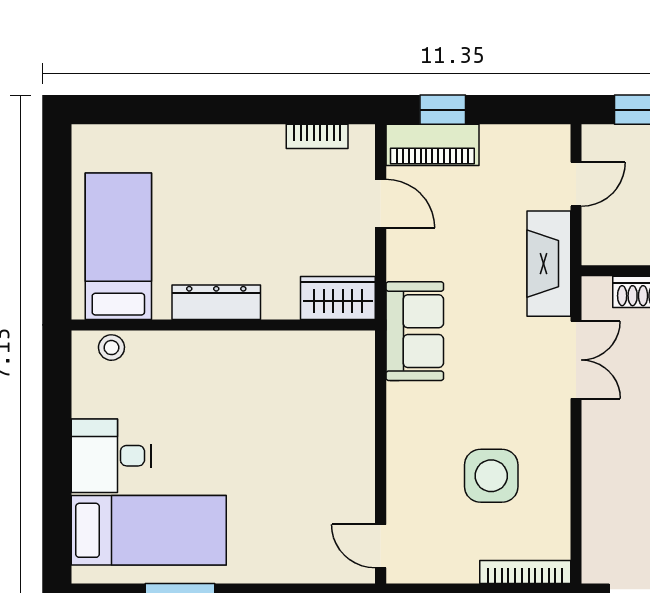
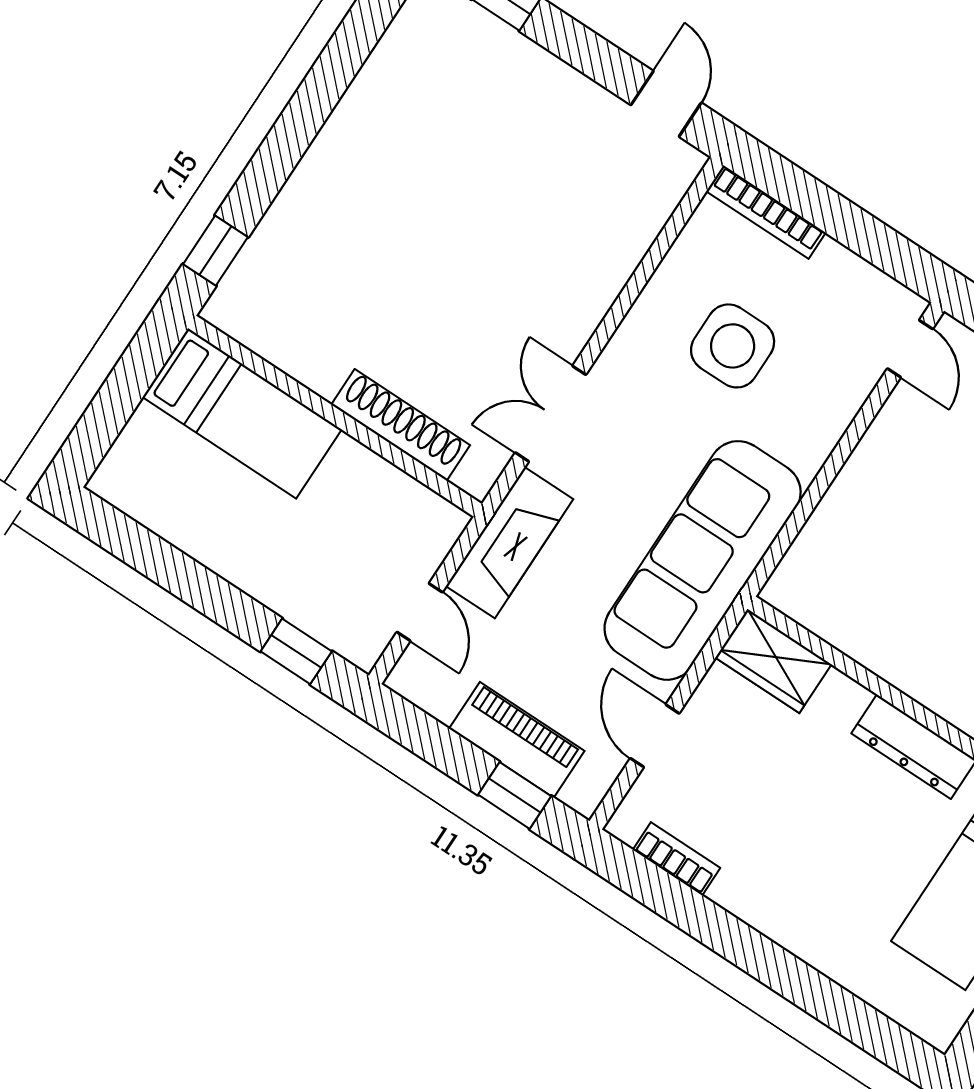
piano: (432, 145) -> (517, 740), moved
door: (576, 184) -> (420, 612), swing flipped
sofa: (415, 331) -> (703, 560), width x1.85, depth x1.27

